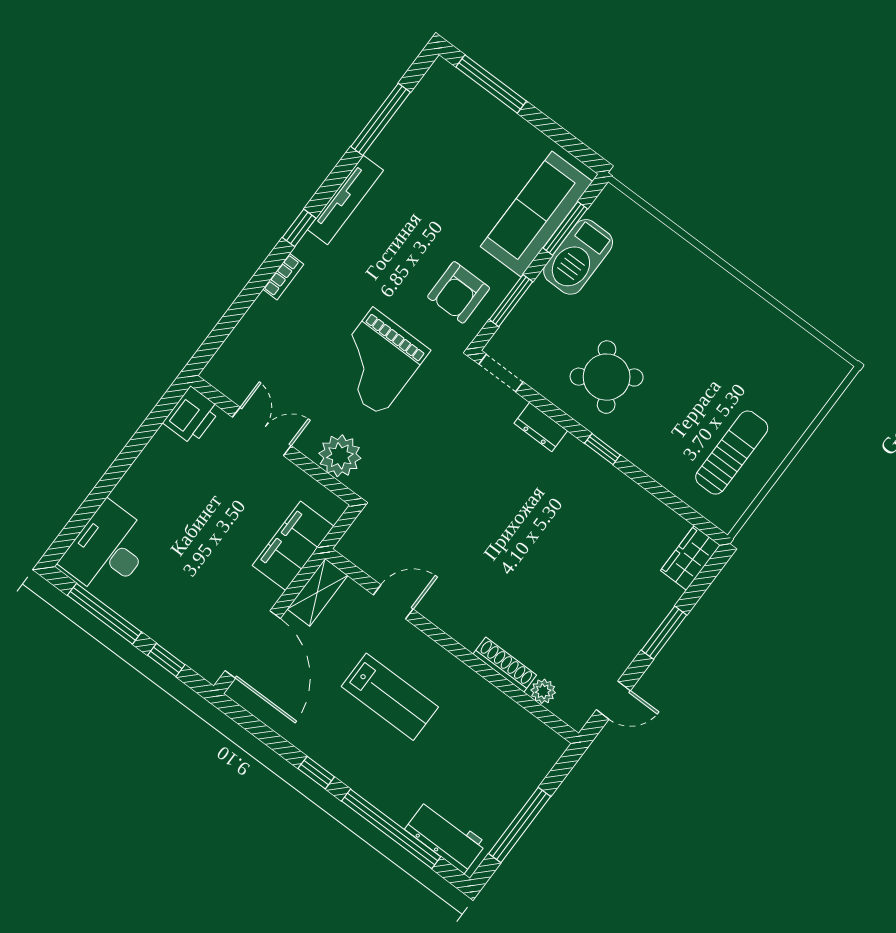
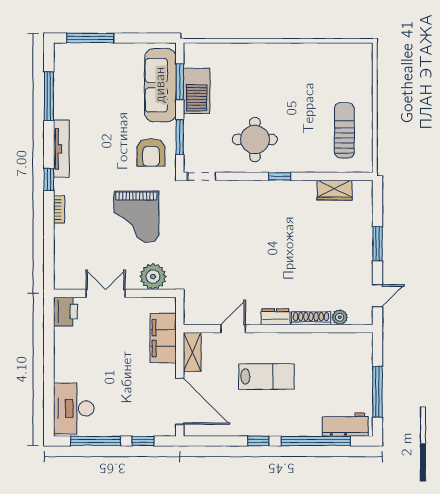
round table: (607, 377) -> (255, 139), turned 36
dresser: (541, 427) -> (275, 317), moved, turned 180
wardrobe: (690, 558) -> (335, 190), moved, turned -90

